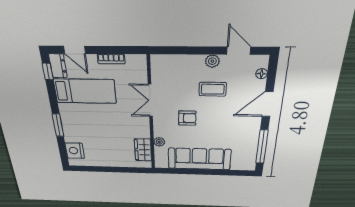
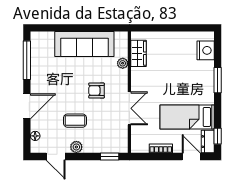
window: (172, 50) -> (110, 156), added

